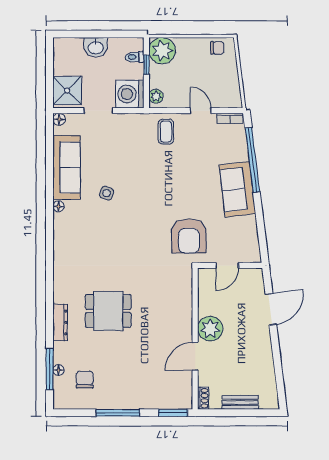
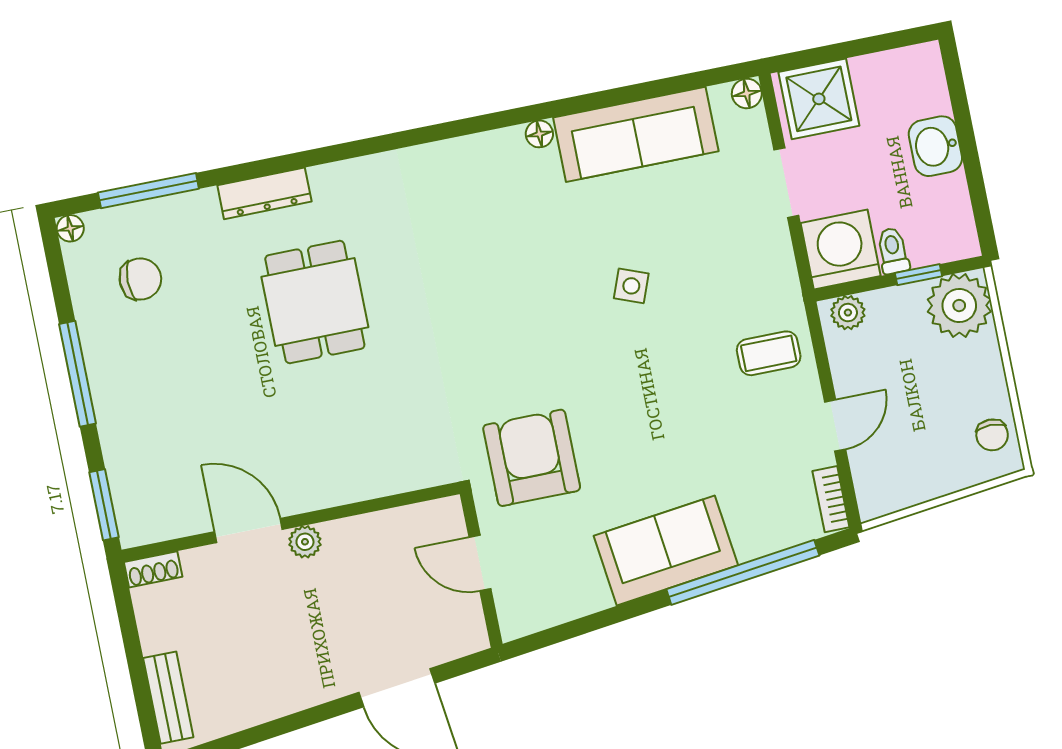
toilet: (135, 57) -> (893, 251), moved
side table: (107, 193) -> (631, 286), moved
armchair: (189, 236) -> (532, 458), turned 90
plant: (210, 329) -> (305, 542), width x0.53, depth x0.53
floor lamp: (58, 370) -> (70, 228), moved
bench: (240, 402) -> (168, 698), moved

